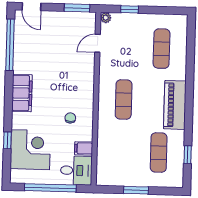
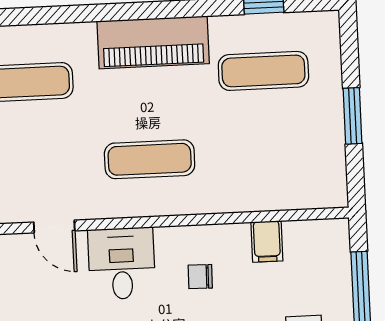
door: (98, 43) -> (54, 226), moved
desk: (76, 170) -> (122, 263), moved

